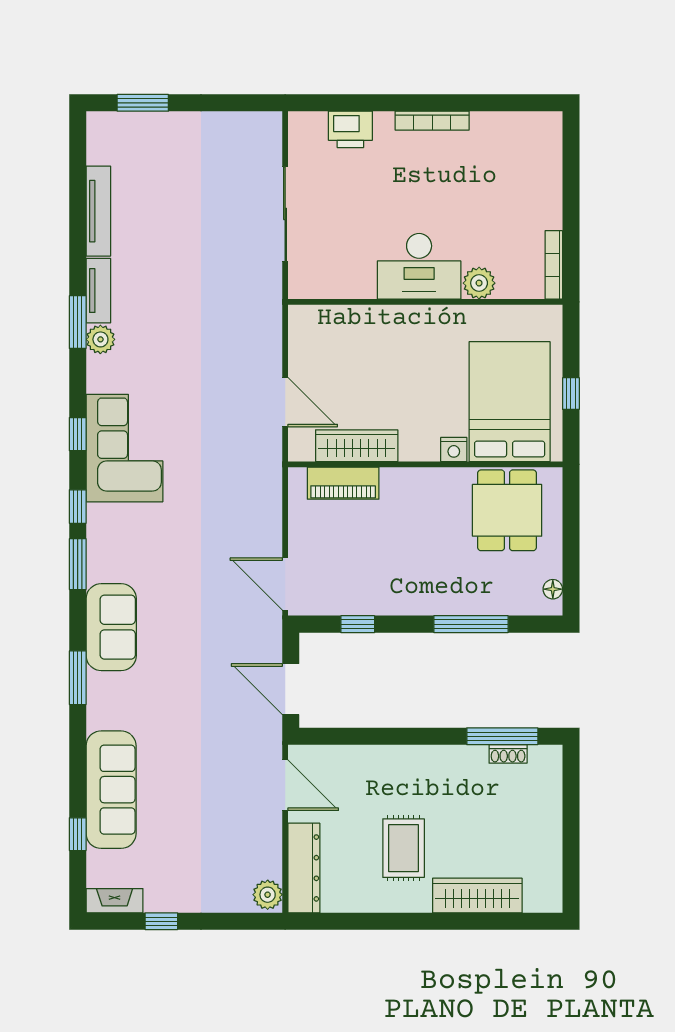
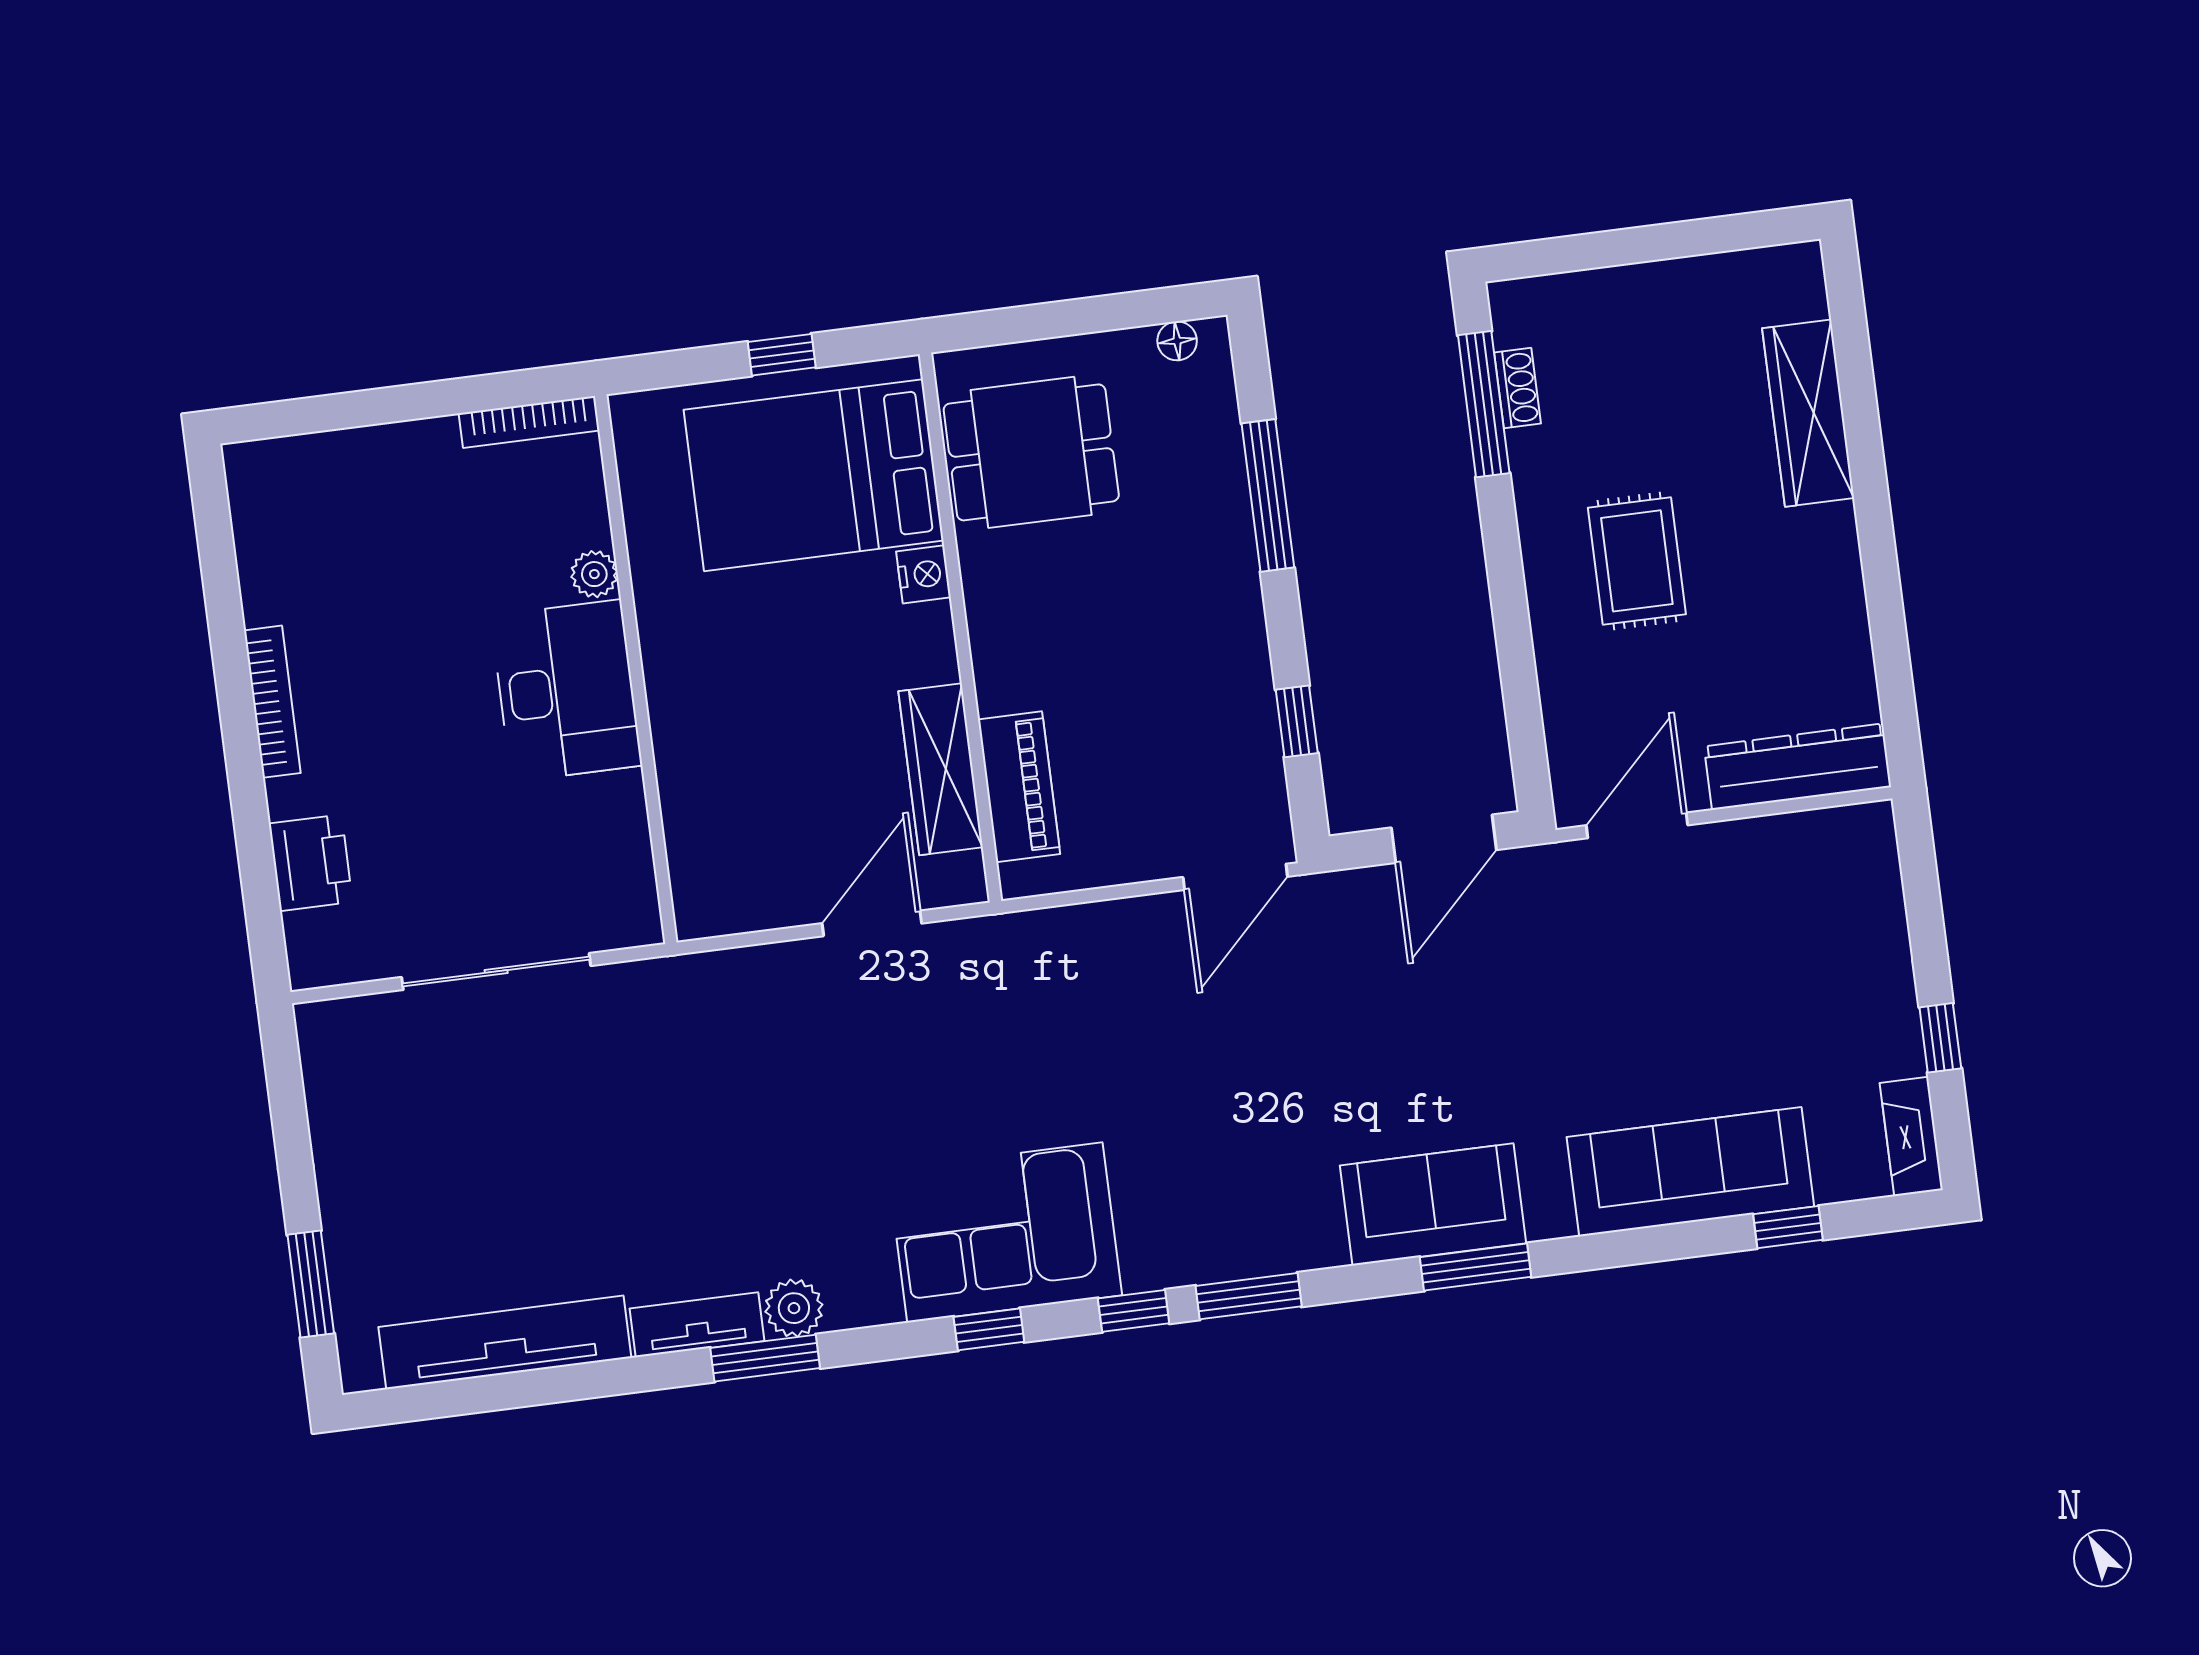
tv unit: (98, 211) -> (505, 1342), width x1.36, depth x1.29
plant: (479, 283) -> (594, 574), width x0.73, depth x0.73
sofa: (111, 627) -> (1433, 1204), moved
rug: (404, 848) -> (1637, 561), moved, turned 90
plant: (268, 895) -> (1860, 832), removed

